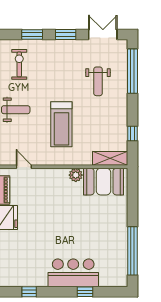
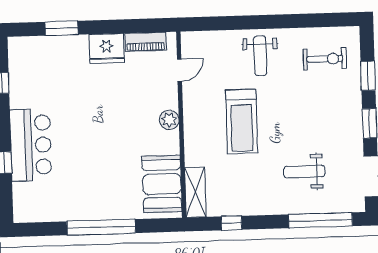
treadmill: (61, 124) -> (242, 122), turned -90
plant: (76, 175) -> (169, 120), moved
window: (133, 251) -> (101, 227), moved

